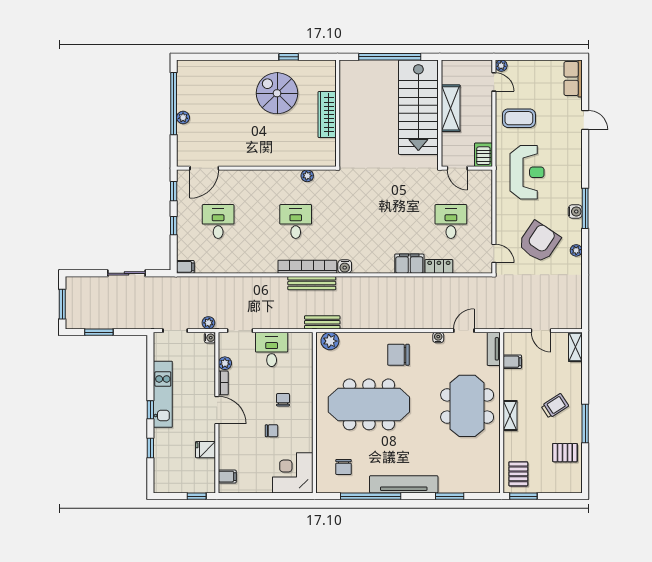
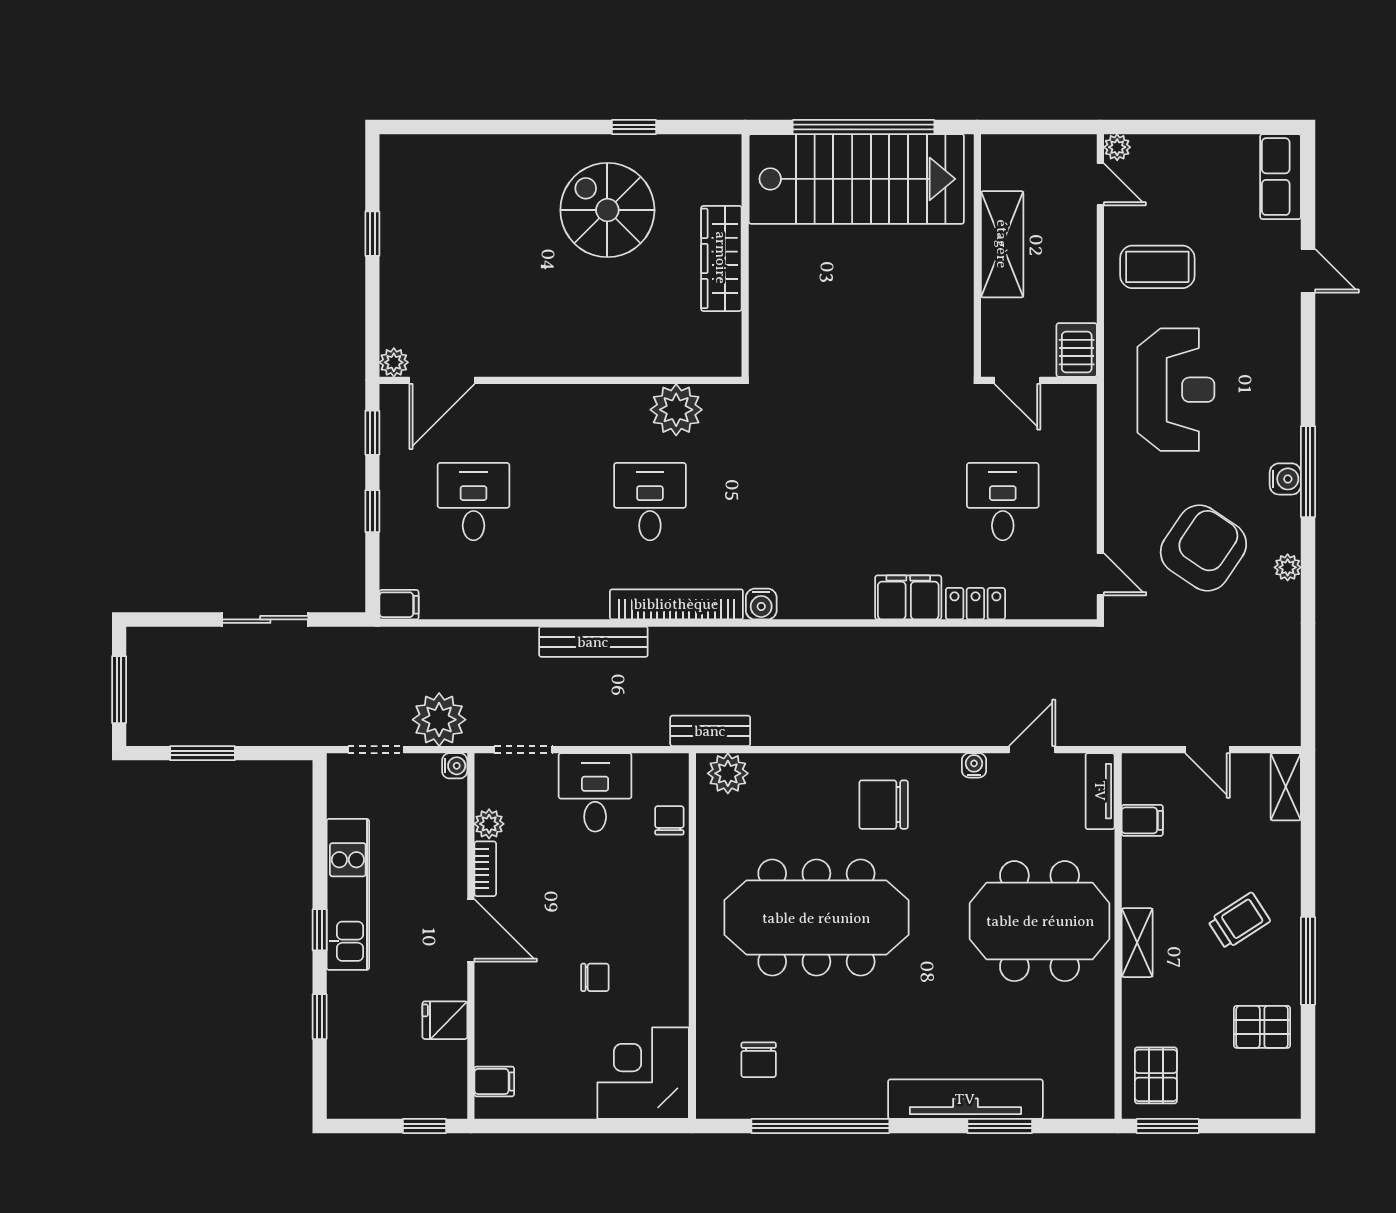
window: (174, 104) -> (372, 234), width x0.32
stairs: (418, 107) -> (856, 179), moved, turned -90
plant: (183, 117) -> (394, 362), moved
plant: (307, 176) -> (676, 410), width x1.87, depth x1.87
bench: (312, 283) -> (593, 642), moved
plant: (208, 323) -> (439, 720), width x1.88, depth x1.88
chair: (283, 400) -> (669, 820), moved
meeting table: (467, 406) -> (1040, 921), turned 90
tv unit: (404, 484) -> (965, 1099), moved

